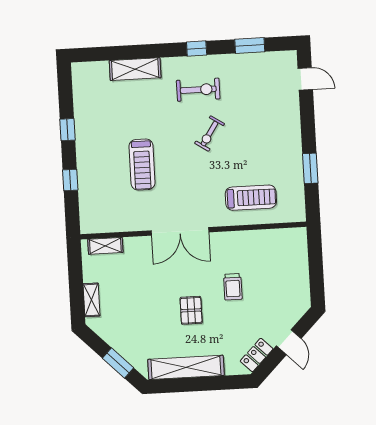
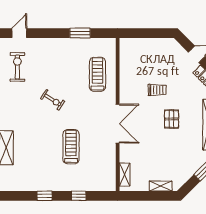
exercise bike: (198, 90) -> (17, 67), moved
treadmill: (142, 165) -> (71, 147), turned -90
pallet: (191, 310) -> (172, 119), turned 90

